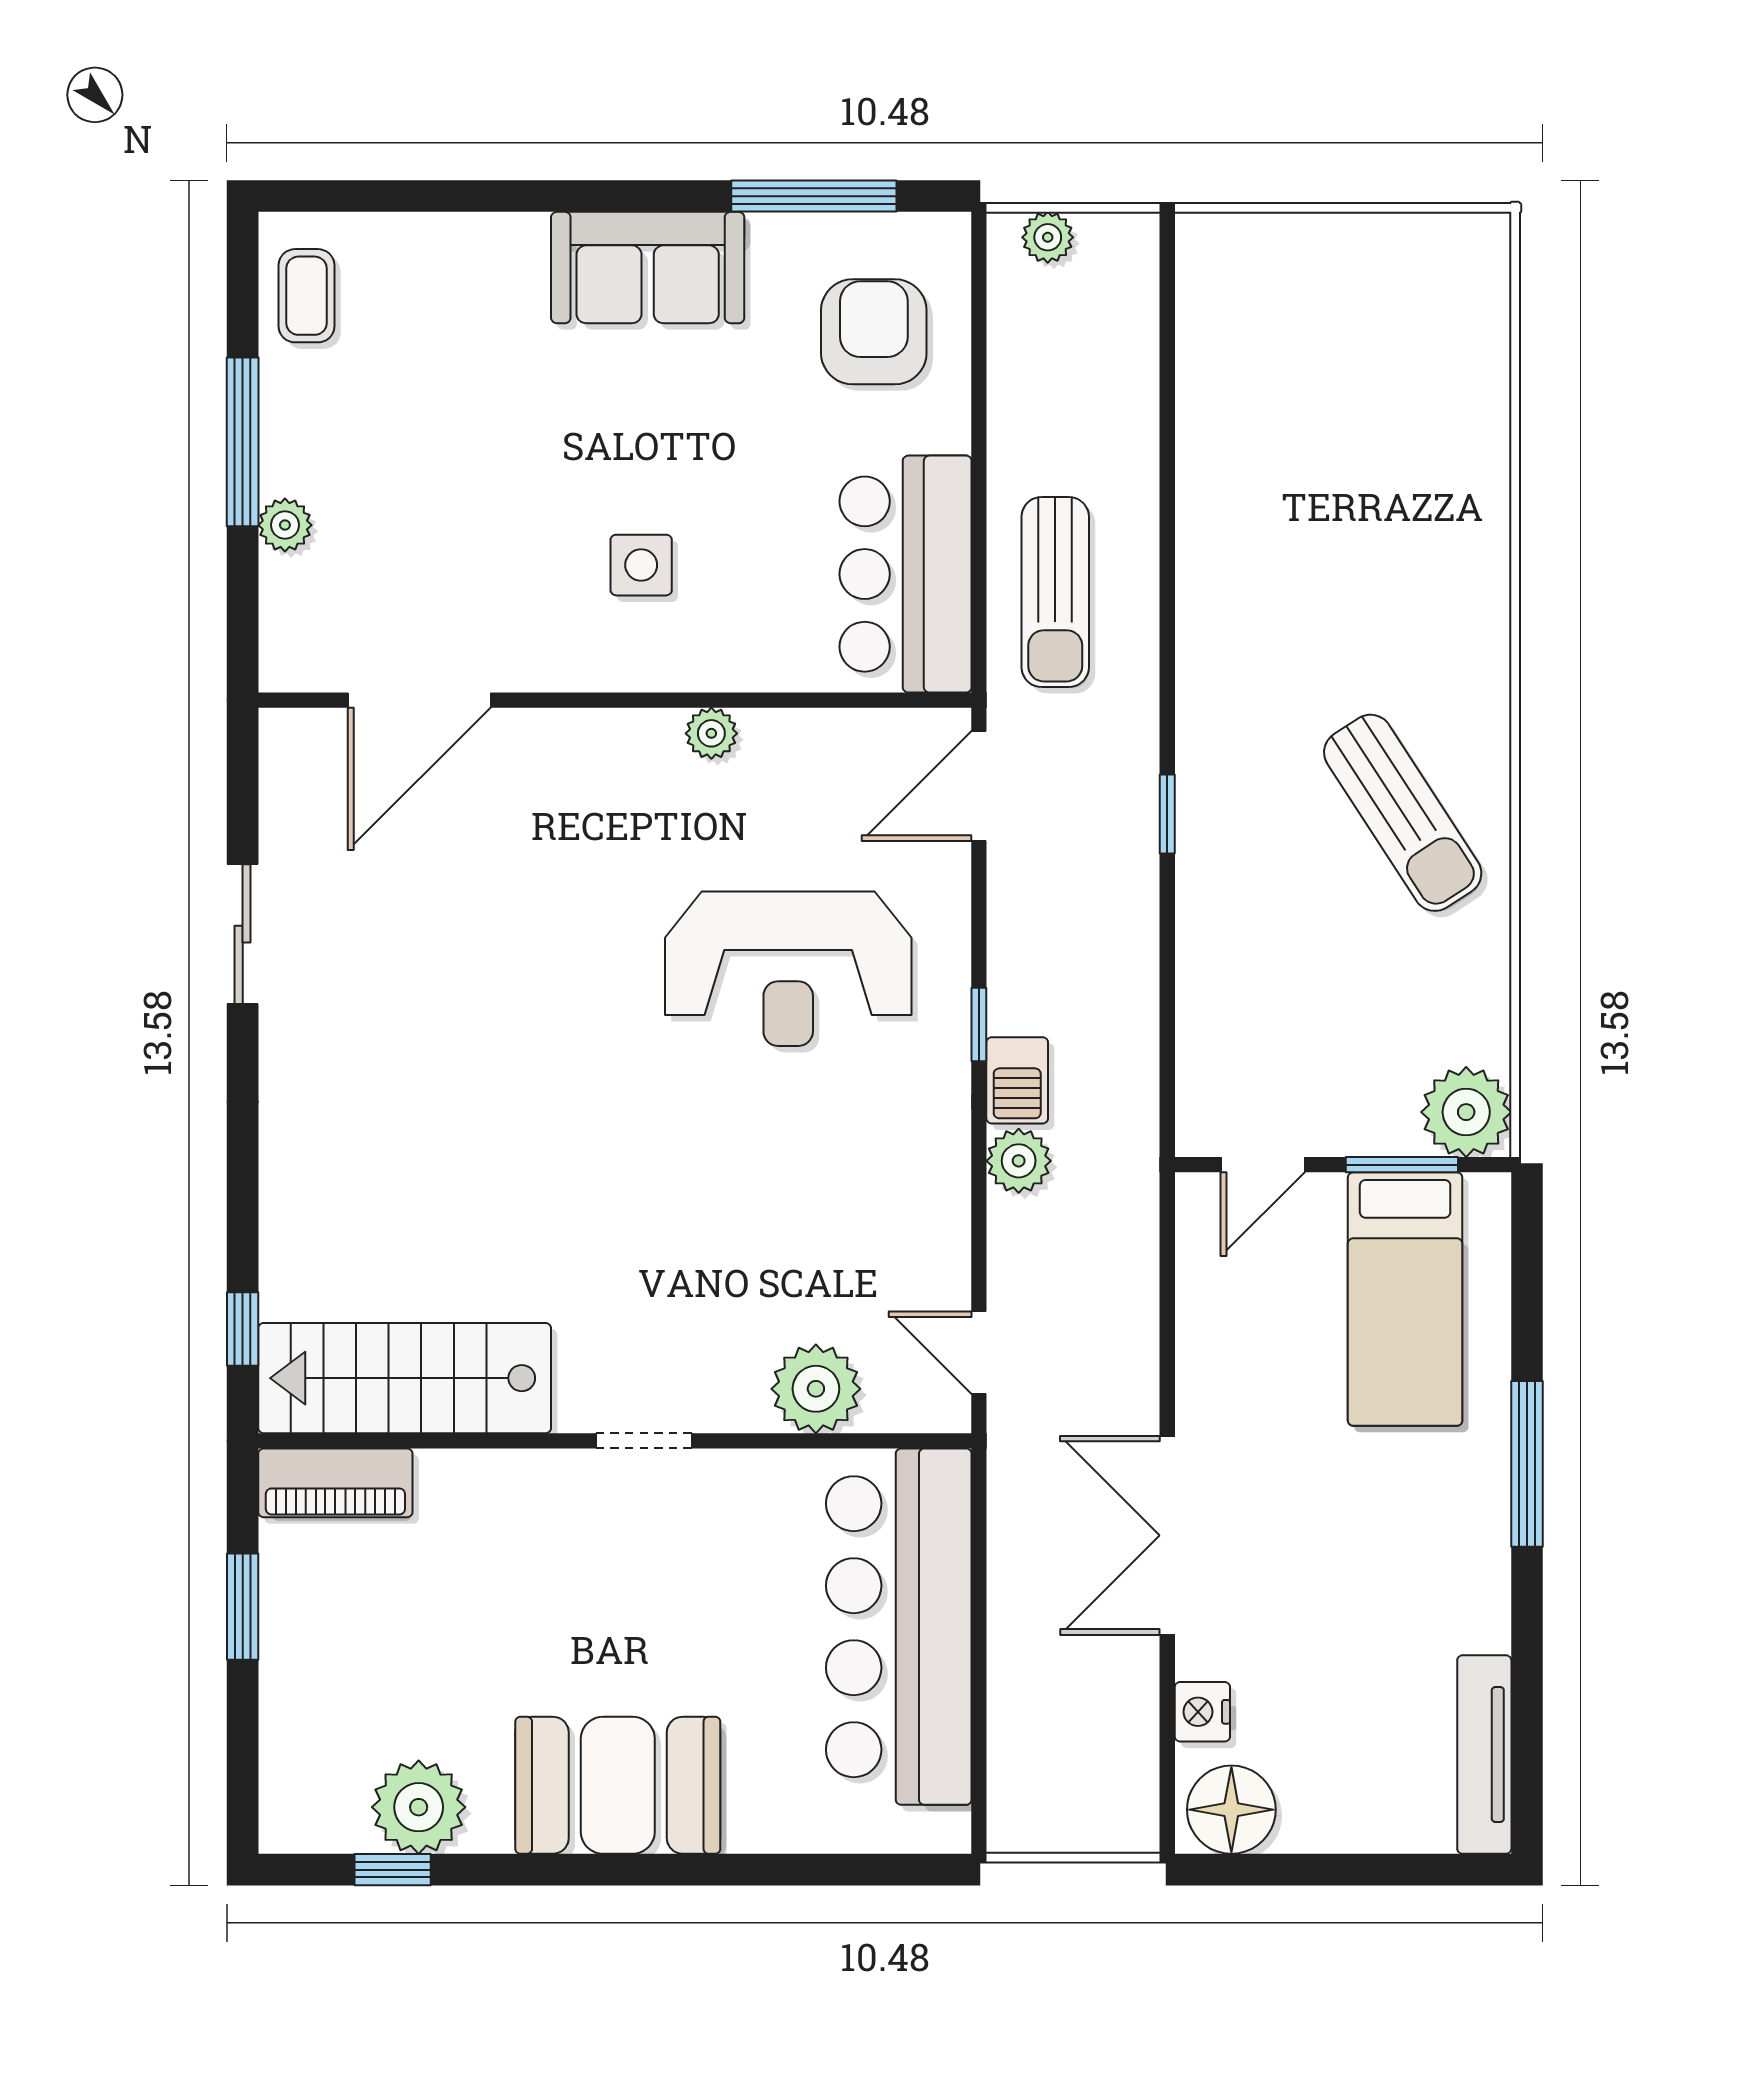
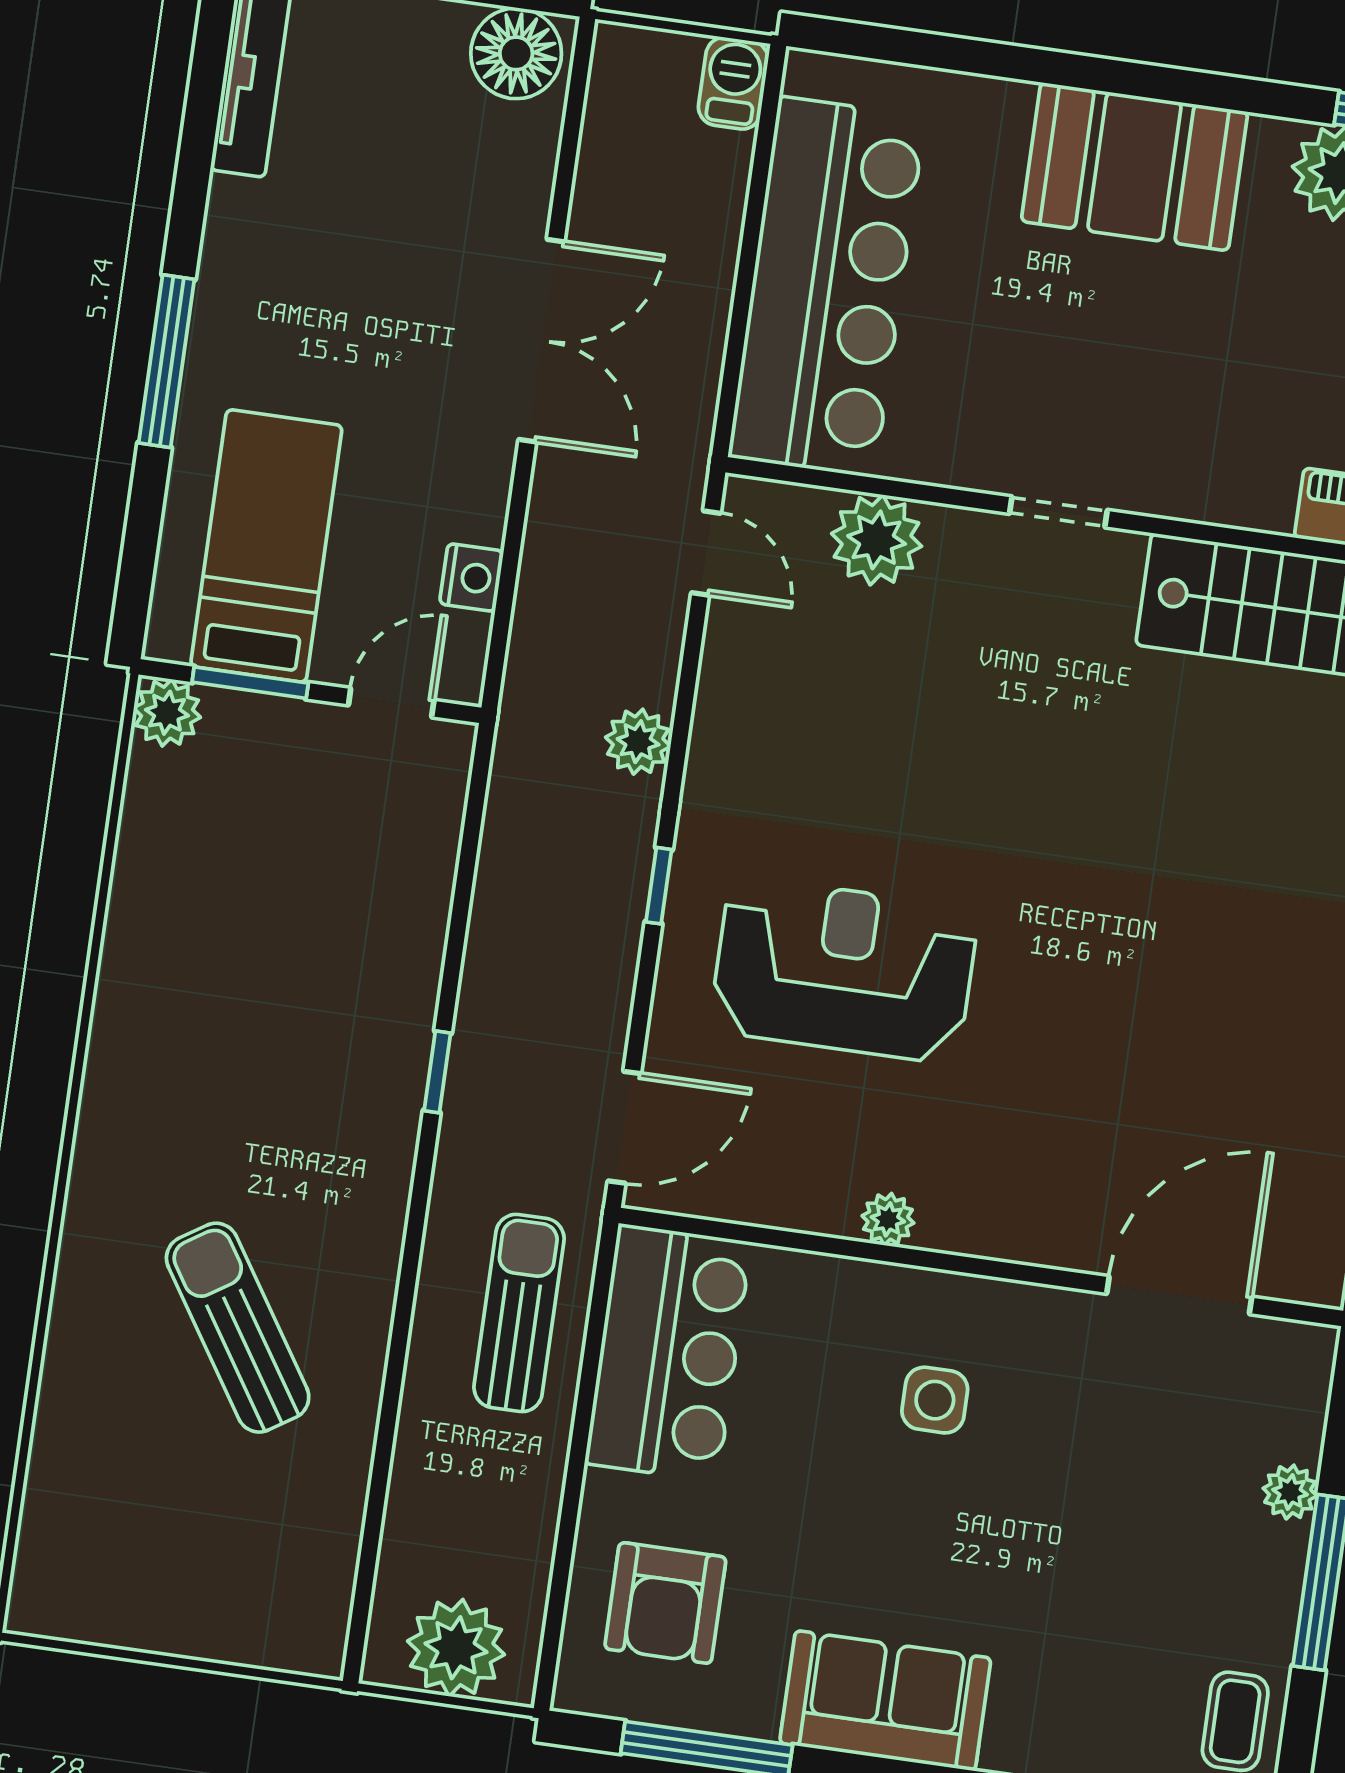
plant: (1048, 237) -> (456, 1648), width x1.87, depth x1.87
sun lounger: (1403, 813) -> (238, 1328), moved
barbecue: (1017, 1080) -> (733, 83), moved
plant: (1466, 1112) -> (167, 713), width x0.73, depth x0.73
nightstand: (1202, 1712) -> (472, 577), moved

